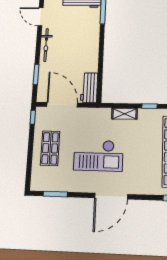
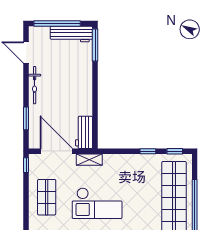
shelving: (124, 114) -> (89, 160), moved

